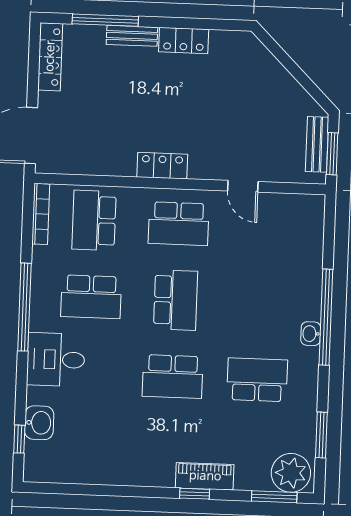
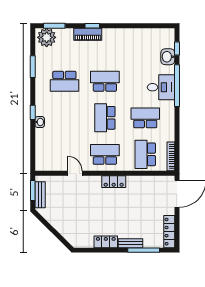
school desk: (94, 220) -> (145, 154), turned 180
window: (24, 307) -> (177, 86), moved
window: (326, 317) -> (33, 112), width x0.32
washbasin: (311, 334) -> (40, 122), moved
window: (321, 435) -> (33, 67), moved

